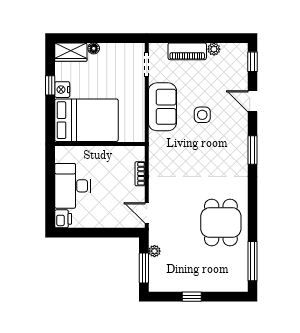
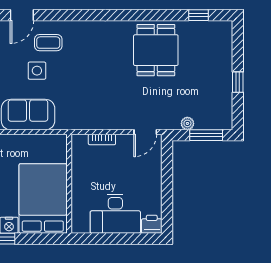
coffee table: (228, 125) -> (48, 43), added
window: (253, 150) -> (76, 15), removed
dining table: (221, 223) -> (156, 50), turned 90
window: (253, 261) -> (199, 15), width x0.46

